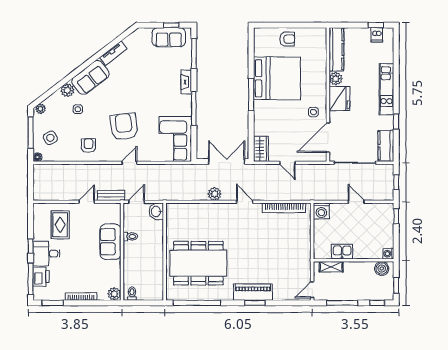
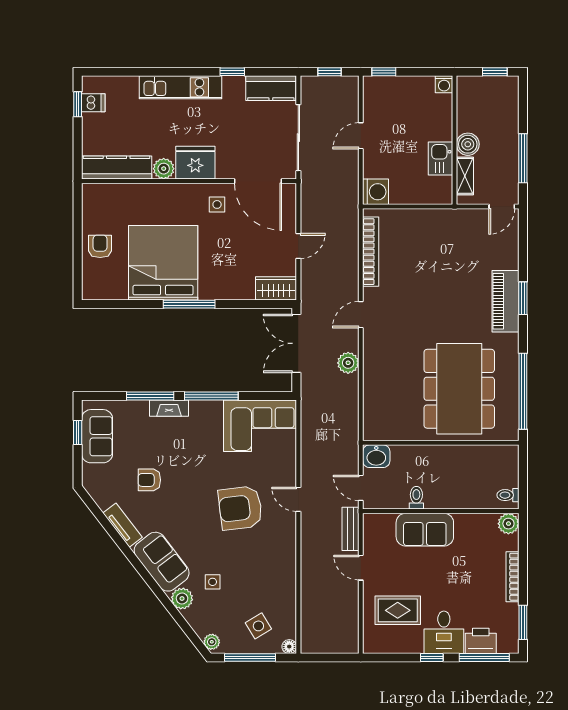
window: (194, 54) -> (150, 396), moved
armchair: (88, 146) -> (149, 480), moved
boiler: (382, 269) -> (468, 144), moved
door: (312, 290) -> (502, 206), hinge flipped
window: (377, 303) -> (523, 102), removed

